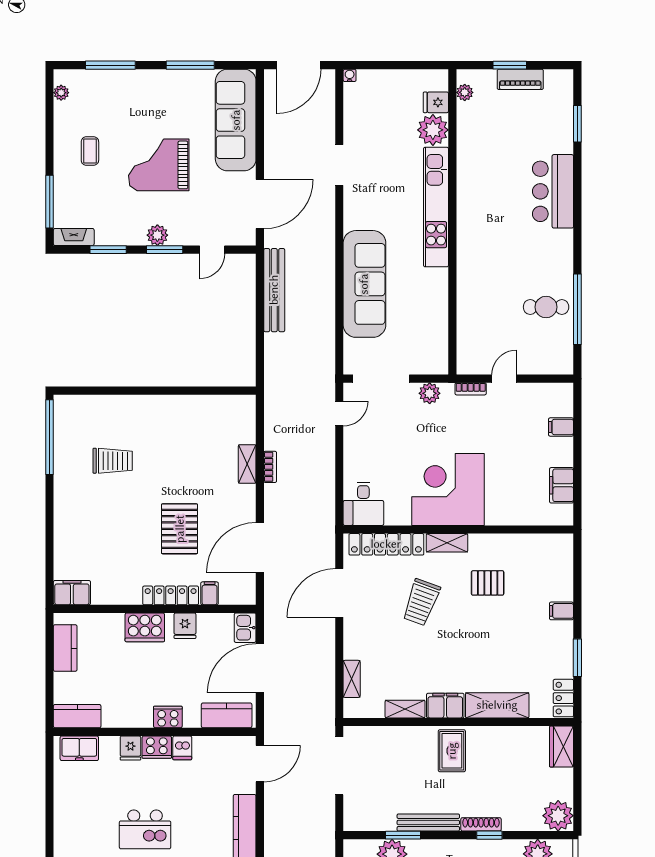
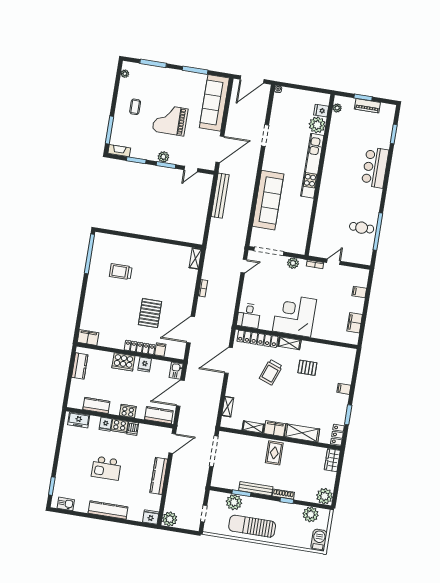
trolley: (113, 461) -> (121, 272), turned 180
shelving: (247, 464) -> (195, 258), moved
kitchen counter: (77, 716) -> (96, 405), moved

